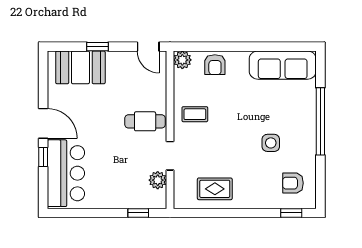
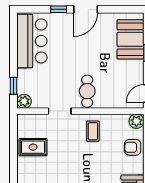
bar counter: (66, 173) -> (32, 41), moved, turned -90
plant: (158, 180) -> (24, 101), moved
rug: (215, 189) -> (33, 147), turned 90

